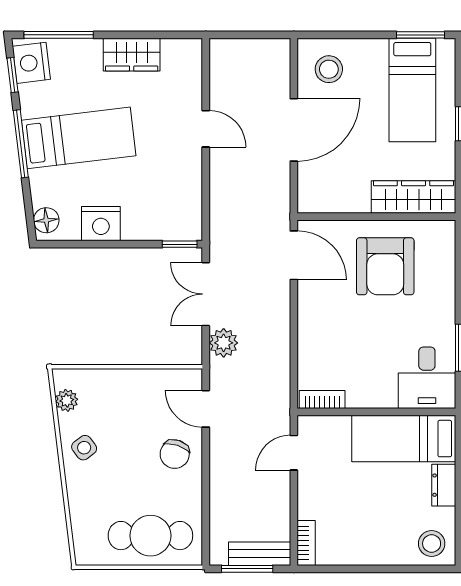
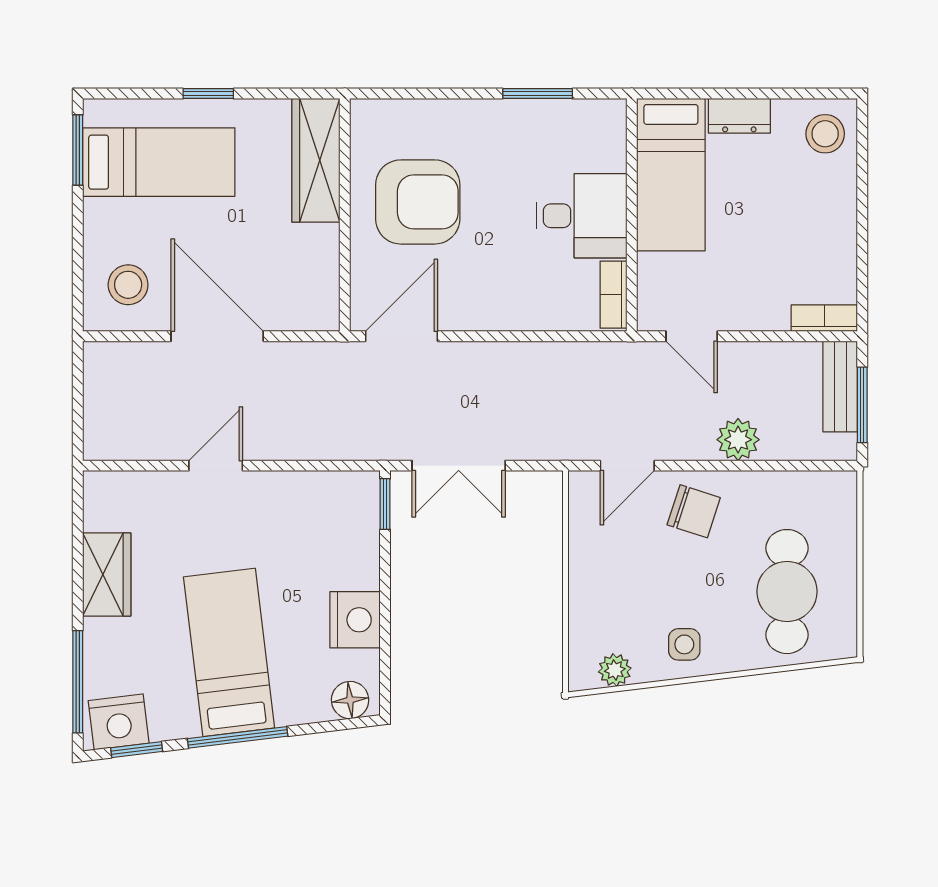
plant: (224, 343) -> (738, 440), moved
desk: (427, 378) -> (582, 216), moved
side table: (84, 448) -> (684, 644), turned 37
cafe table: (150, 536) -> (787, 592), moved

